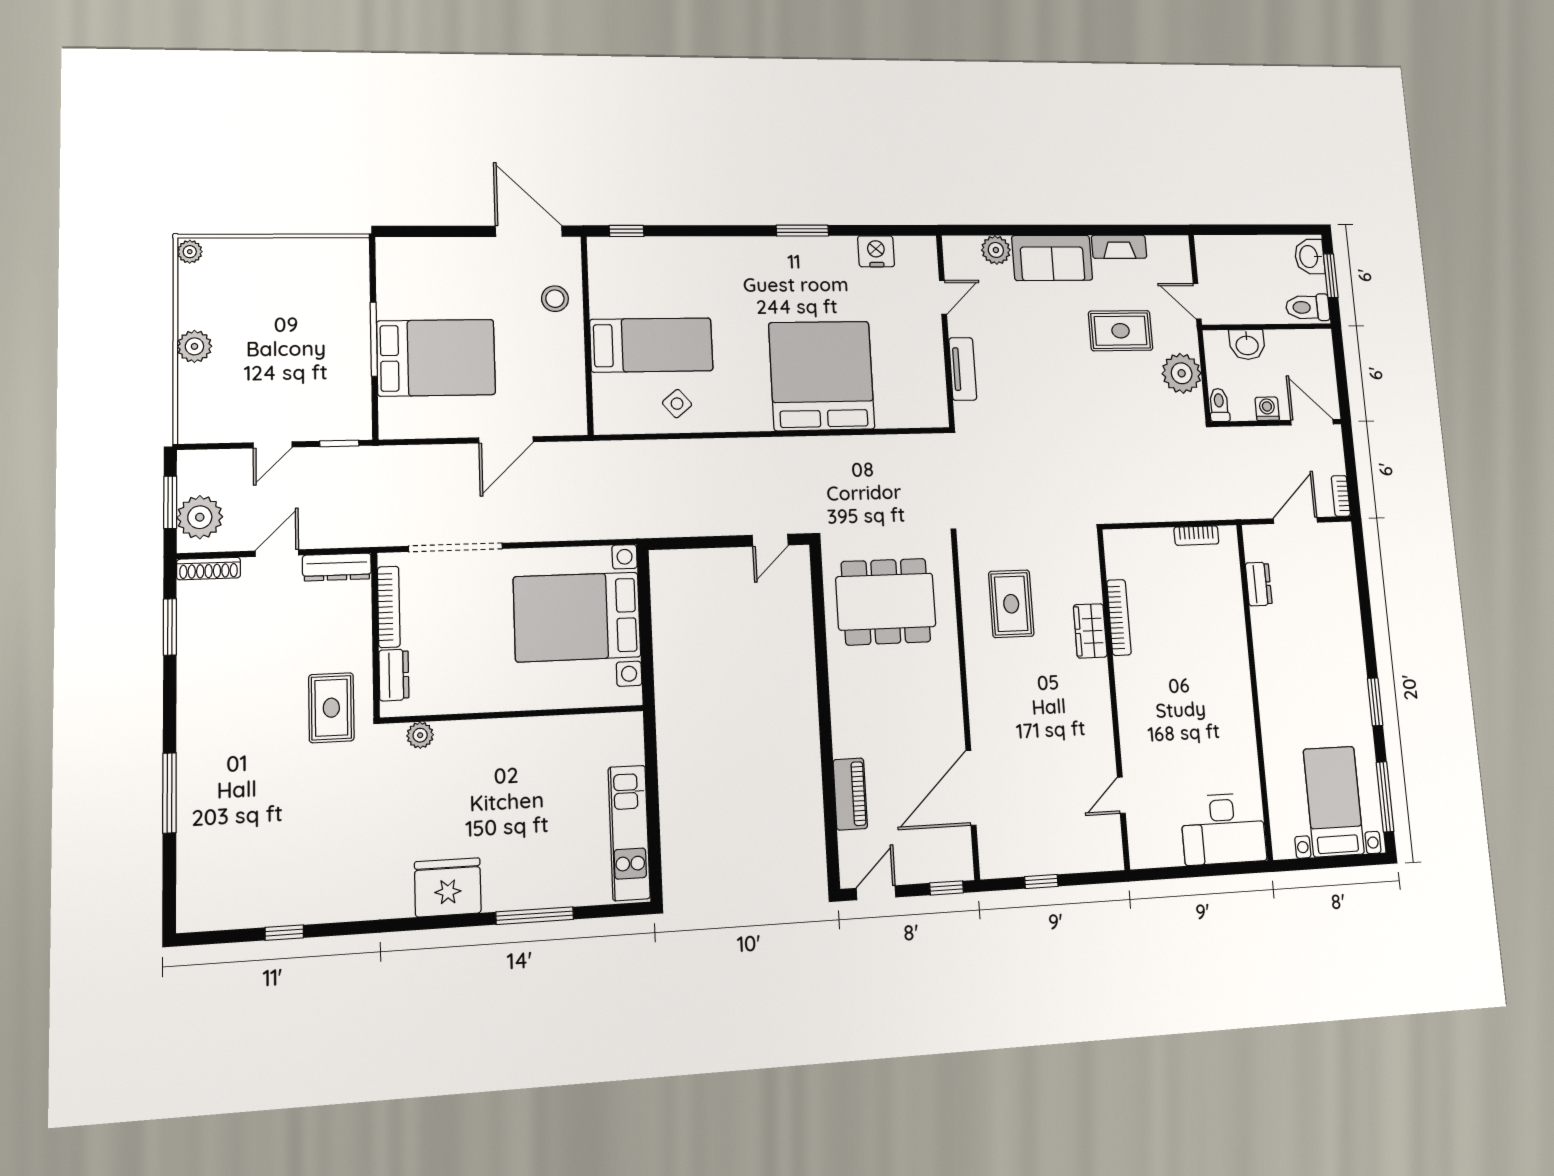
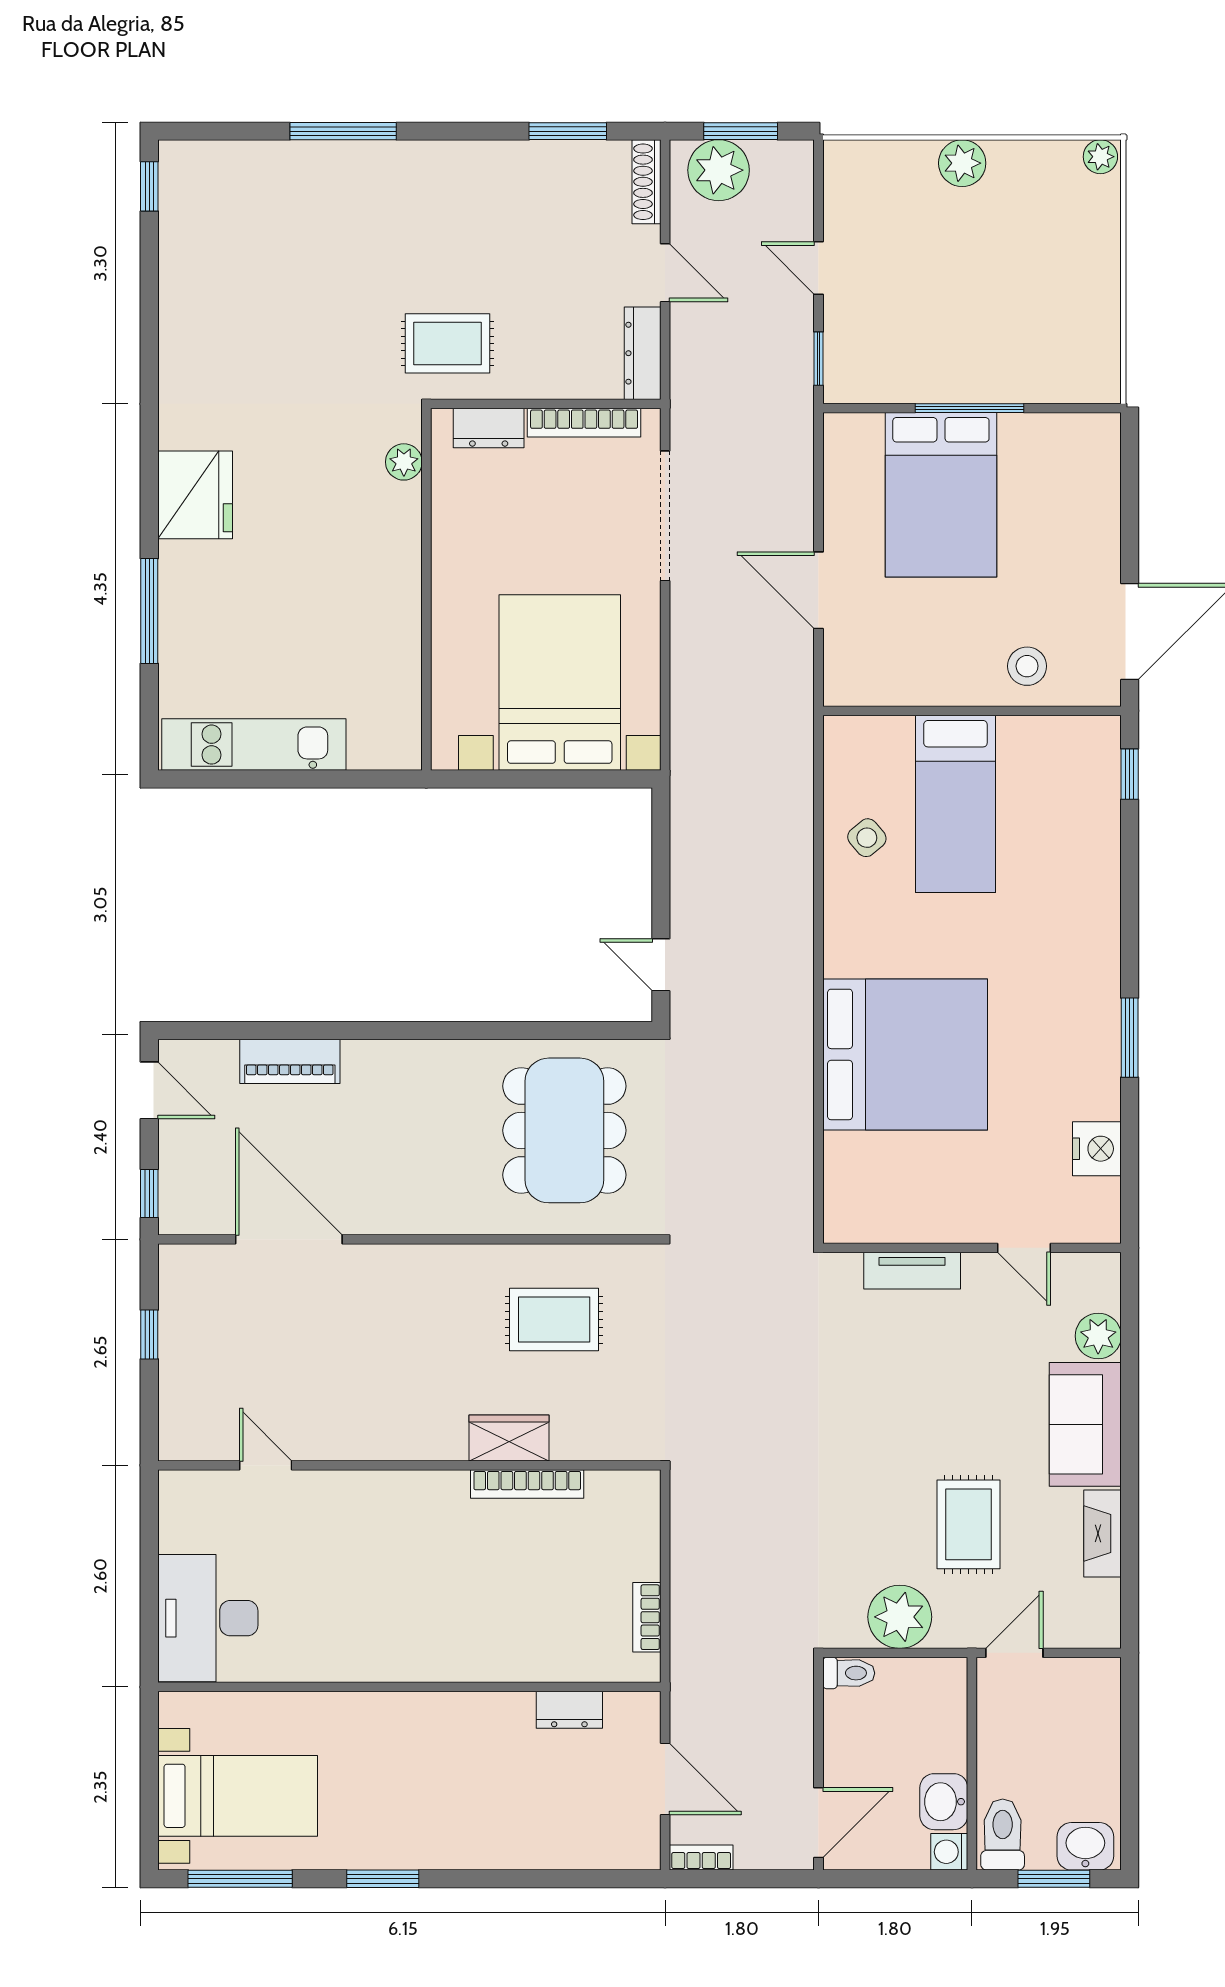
washbasin: (1247, 345) -> (944, 1802), moved
washing machine: (1267, 409) -> (949, 1852), moved, turned 180
window: (284, 933) -> (149, 186), moved

